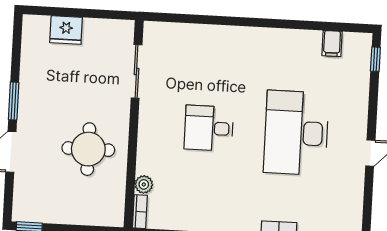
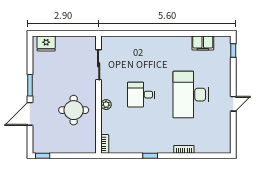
fridge: (66, 30) -> (46, 43), moved
filing cabinet: (332, 43) -> (203, 43), width x2.00
plant: (144, 184) -> (106, 105), moved

